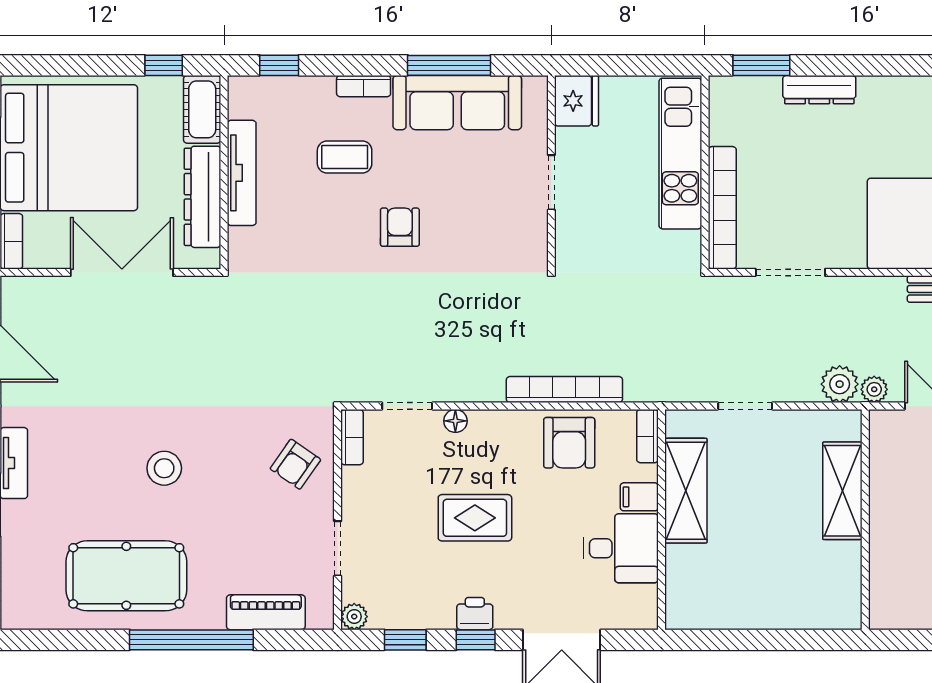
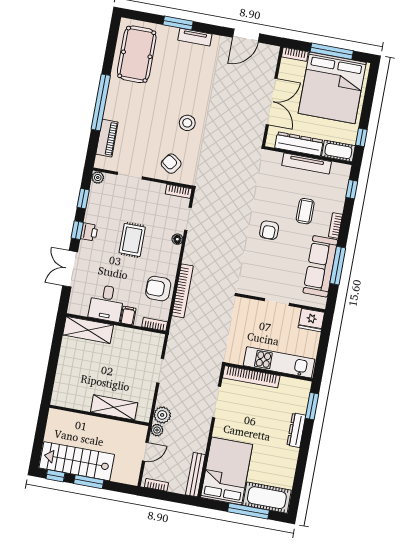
armchair: (400, 227) -> (269, 230), turned 90
stool: (164, 468) -> (187, 123), moved
shelving: (686, 491) -> (88, 330), moved
pool table: (126, 576) -> (137, 54), moved

